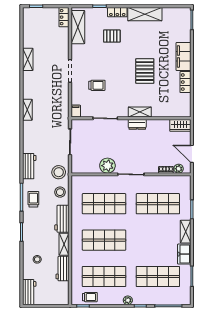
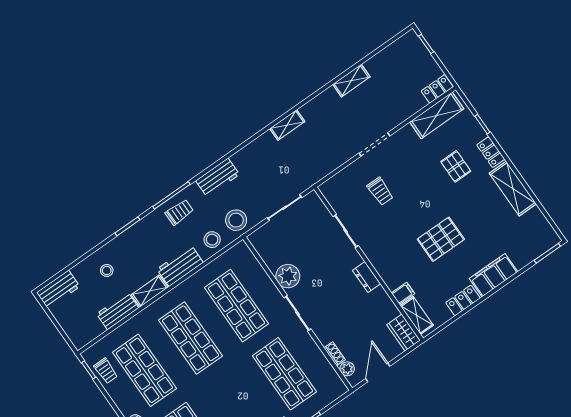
filing cabinet: (76, 111) -> (403, 293), moved
shelving: (140, 112) -> (417, 315), moved

